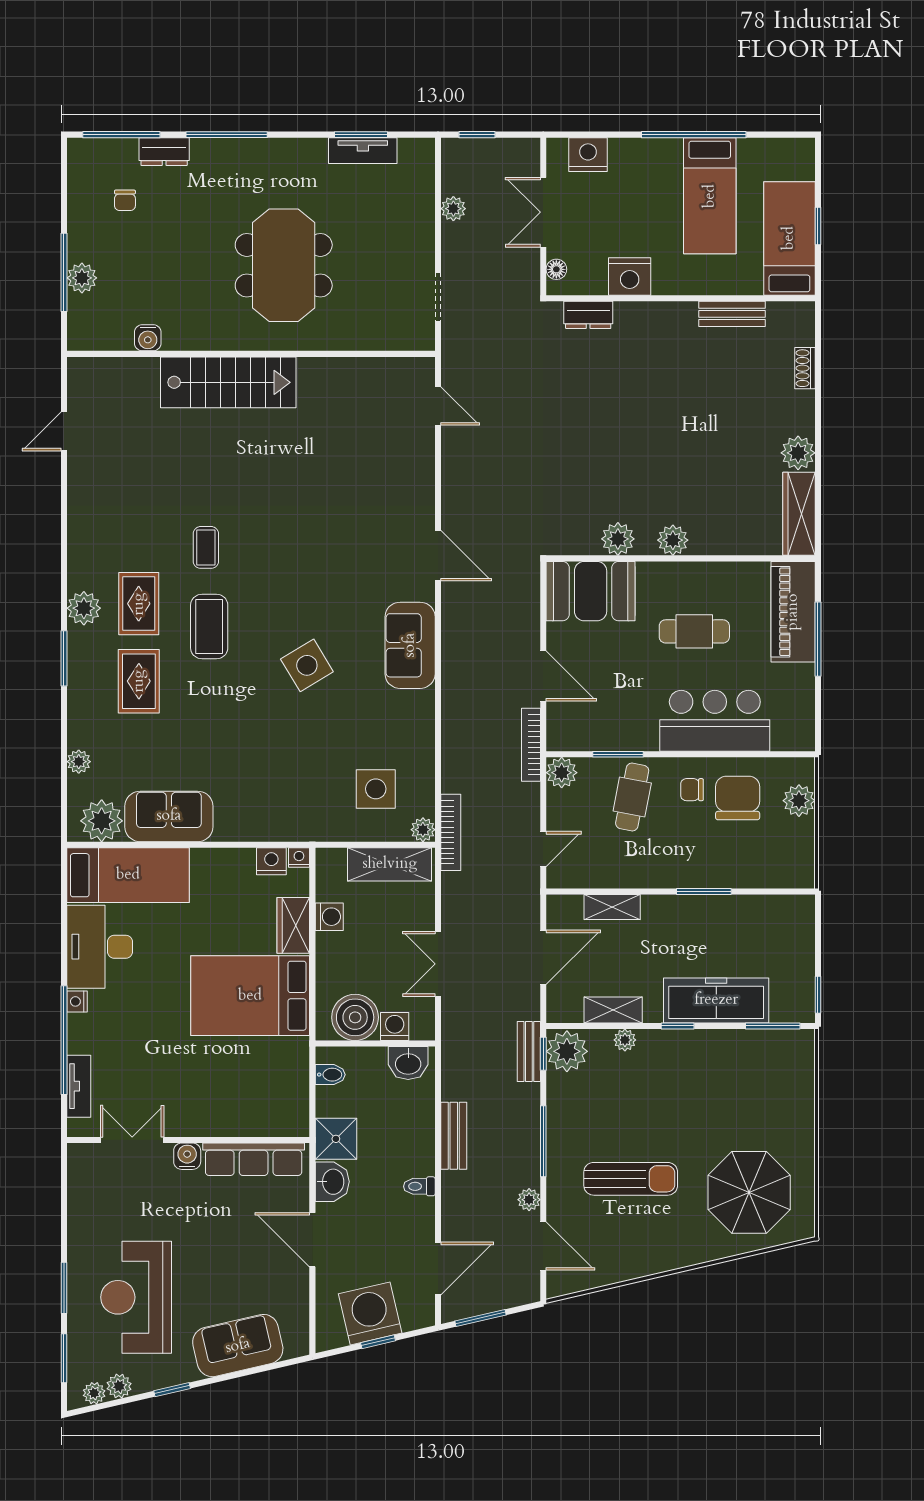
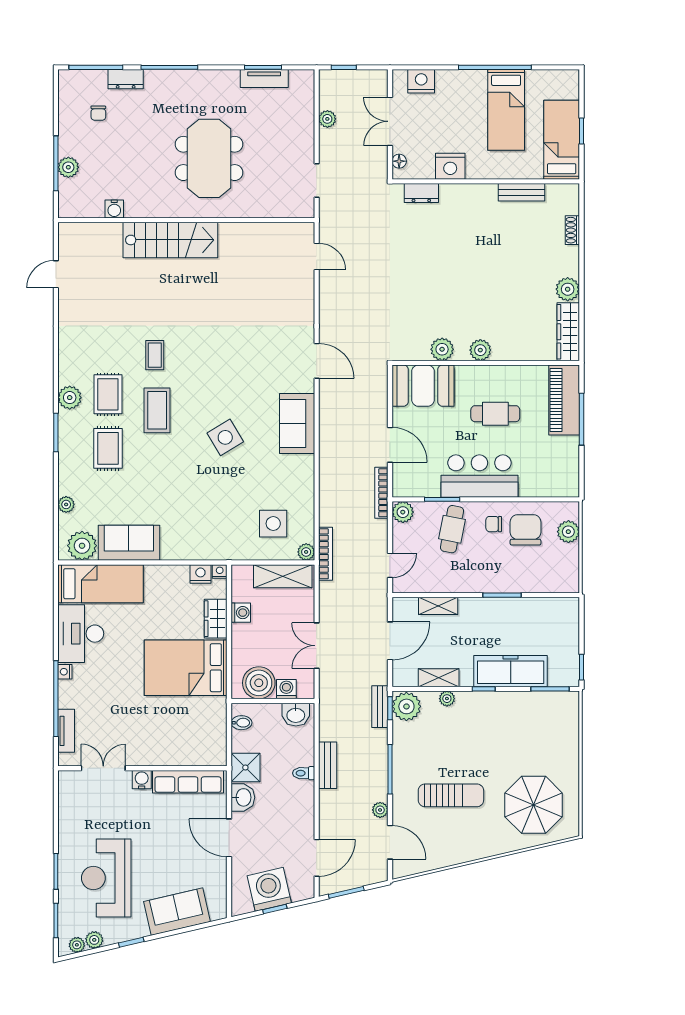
bar counter: (715, 721) -> (479, 476), moved
toilet: (419, 1186) -> (304, 773), moved

